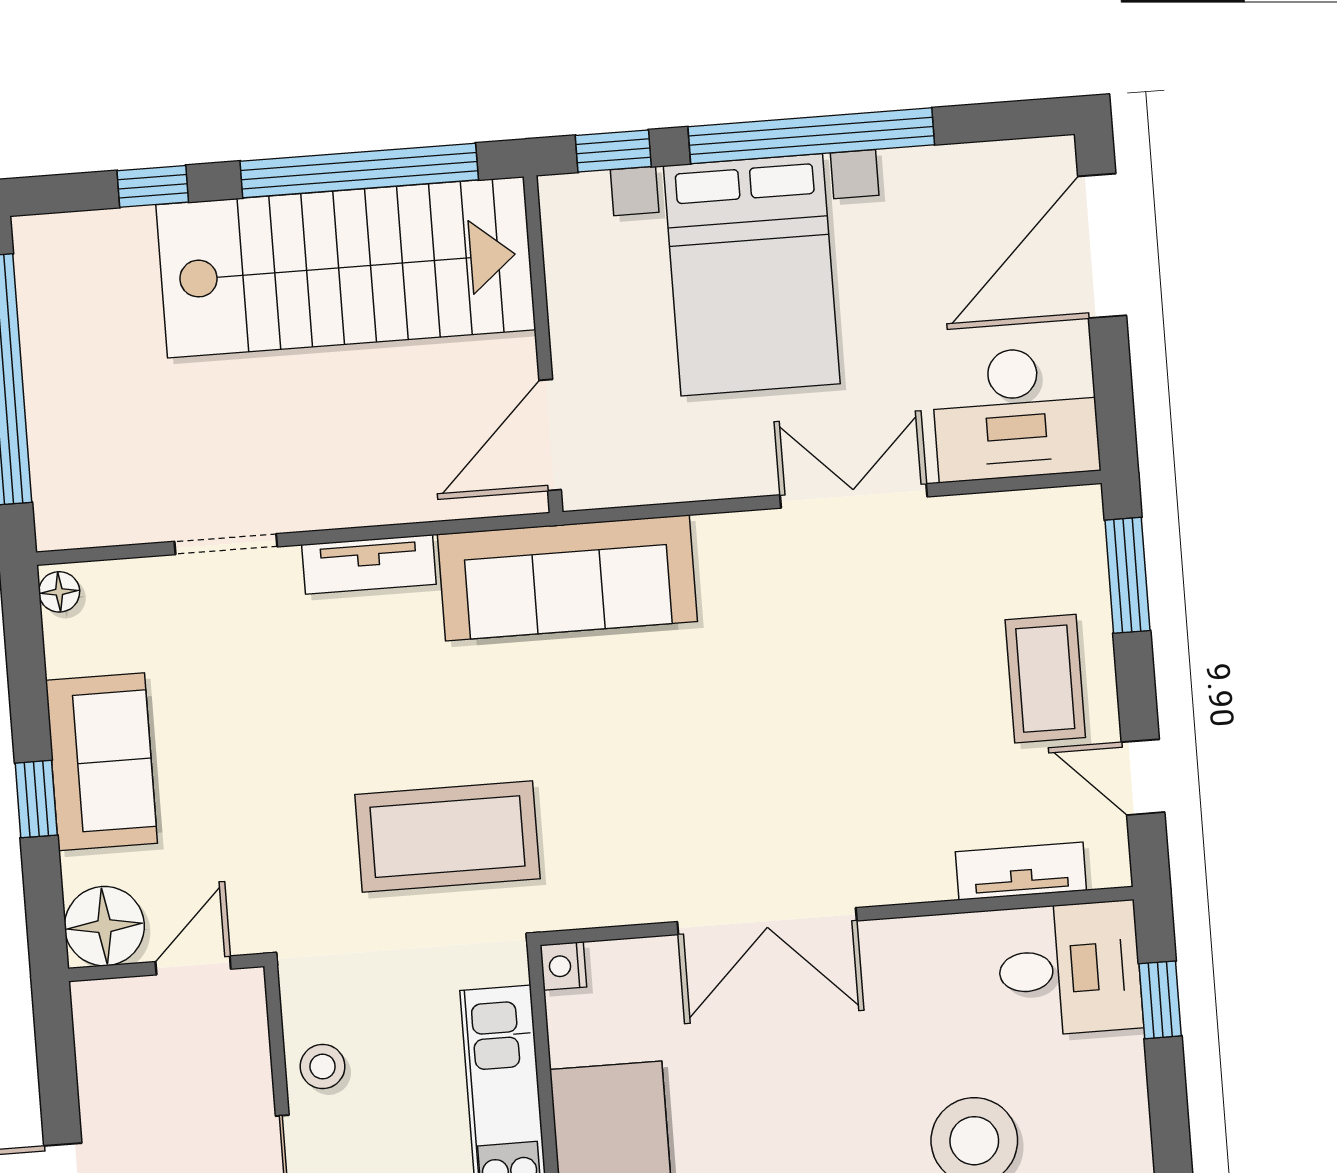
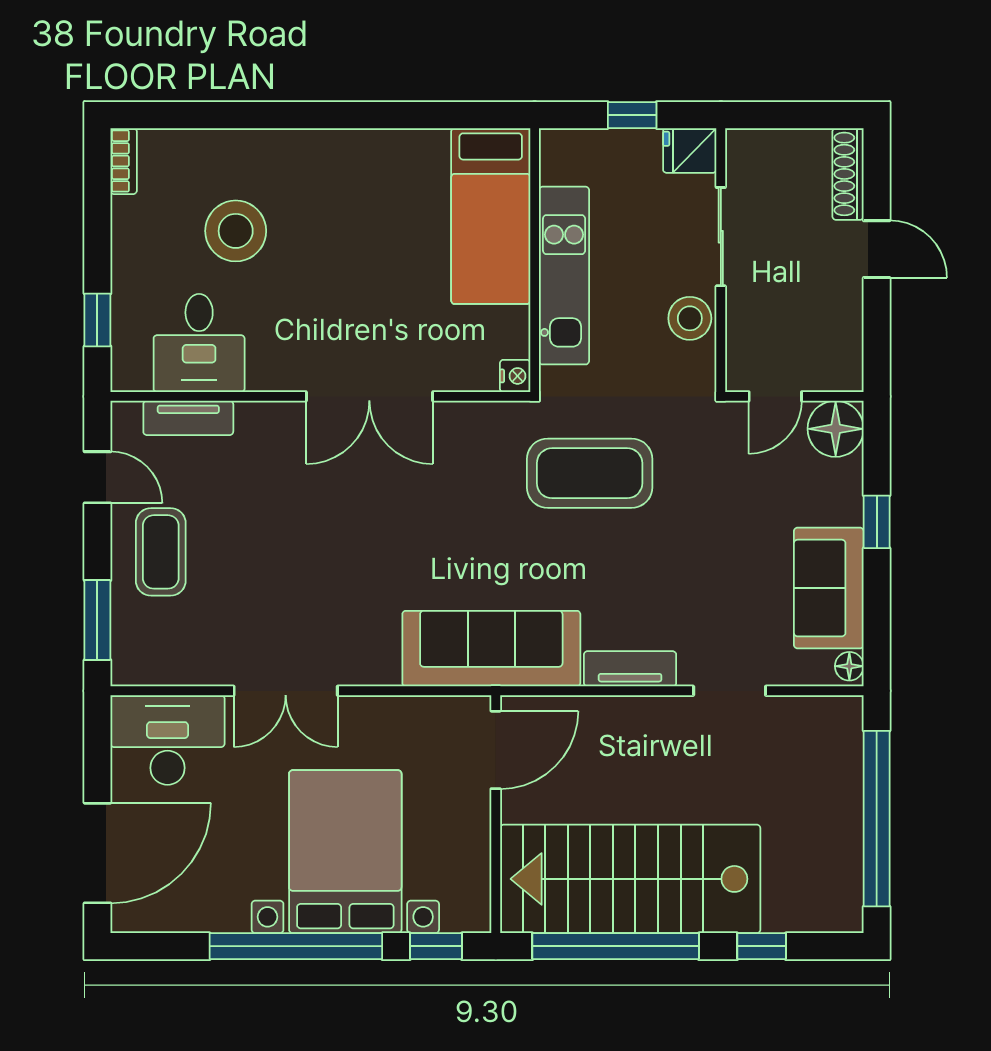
sofa: (101, 762) -> (829, 588), moved
double door: (767, 921) -> (369, 396), swing flipped
desk: (1069, 969) -> (199, 343), moved, turned -90
stool: (323, 1067) -> (690, 318), width x1.37, depth x1.37

